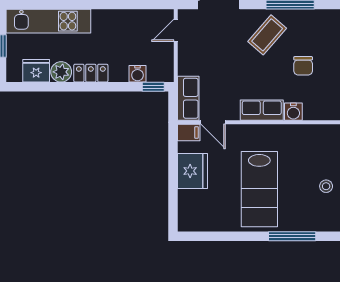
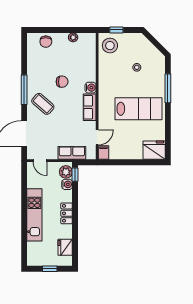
kitchen unit: (48, 21) -> (34, 215), moved
plant: (61, 72) -> (66, 172), moved
row of seats: (188, 98) -> (72, 153), moved
fridge: (192, 171) -> (154, 150), moved

